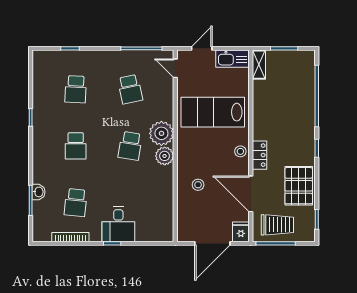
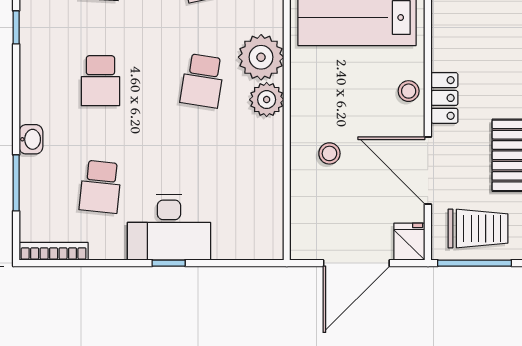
washbasin: (39, 192) -> (31, 139), moved
desk: (118, 224) -> (169, 227), width x1.37
bookcase: (70, 237) -> (54, 251), moved

